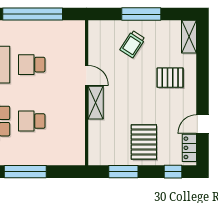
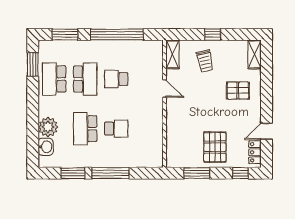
window: (141, 14) -> (213, 35), width x0.46
trolley: (133, 44) -> (205, 61), turned -45
shelving: (96, 103) -> (172, 54), moved
school desk: (32, 121) -> (116, 129), turned 180

